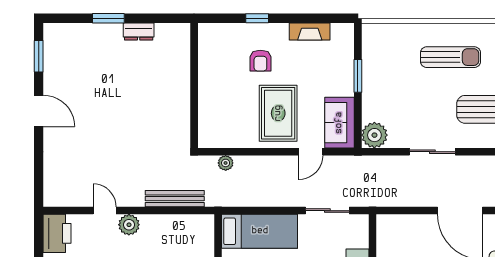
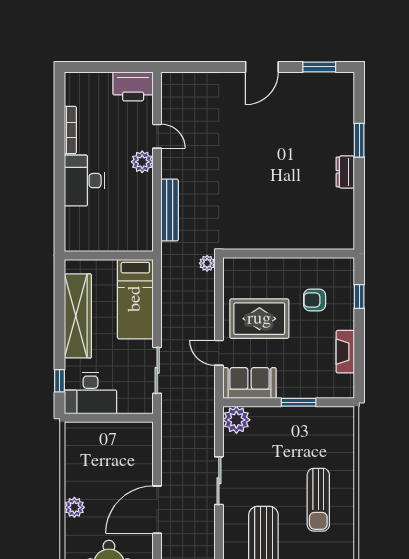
wall: (194, 85) -> (289, 253), moved
door: (105, 211) -> (157, 136), hinge flipped

